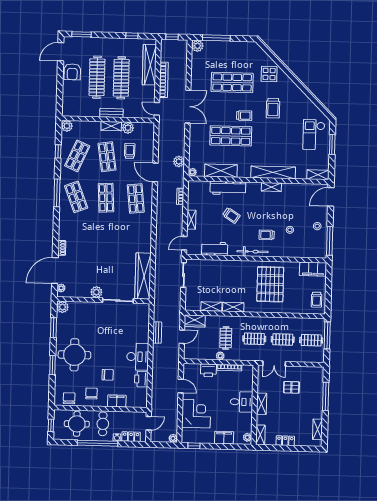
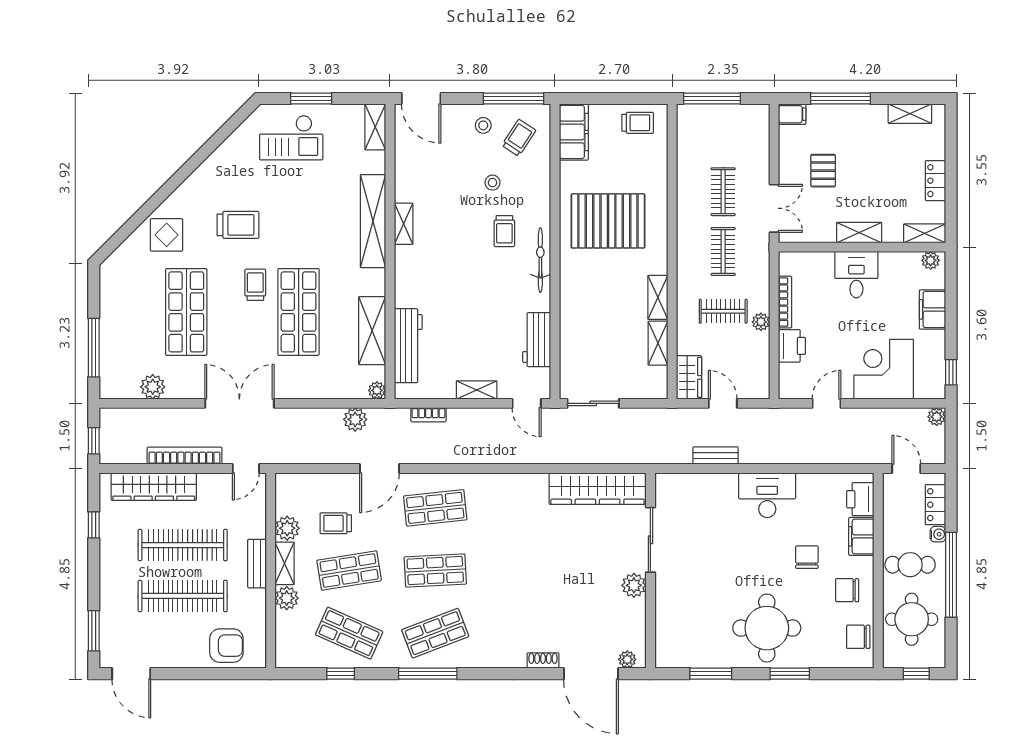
plant: (197, 46) -> (153, 387), moved
armchair: (72, 72) -> (226, 646), moved
plant: (67, 126) -> (287, 598), moved
workbench: (228, 188) -> (408, 346), moved
trolley: (231, 215) -> (519, 138), moved
plant: (62, 307) -> (667, 656), removed
clothes rail: (311, 340) -> (723, 132), removed
filing cabinet: (319, 373) -> (792, 114), added
printer: (141, 379) -> (860, 499), moved, turned 90

